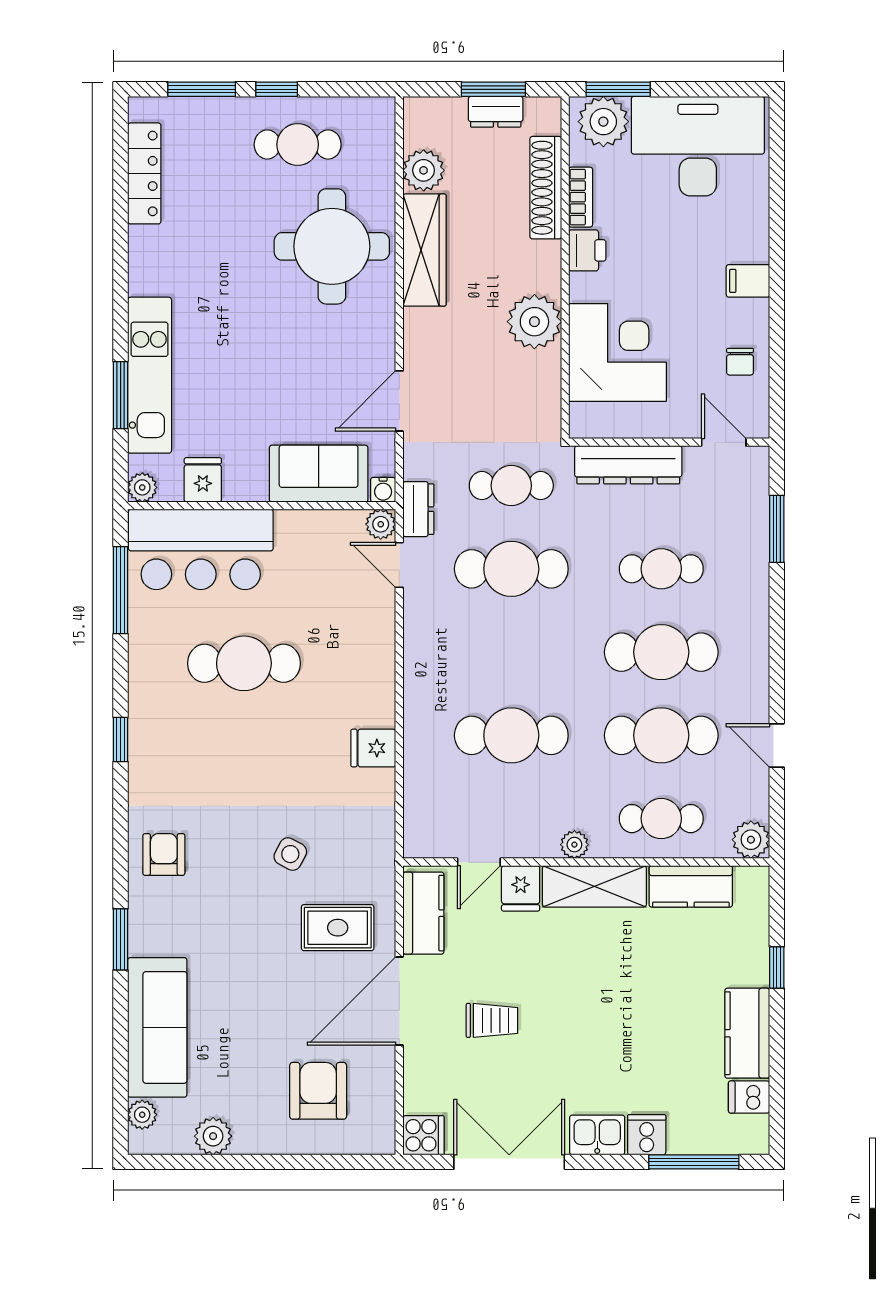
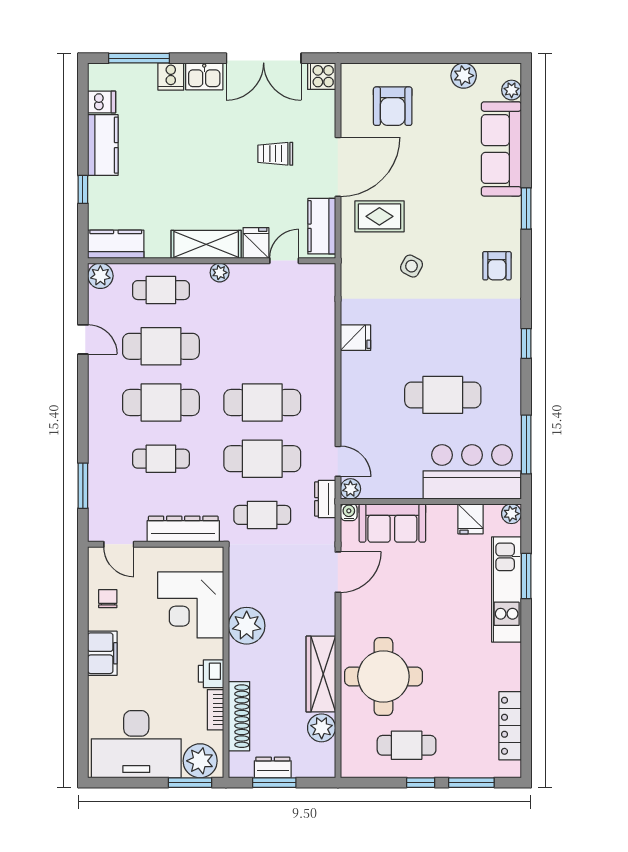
filing cabinet: (748, 281) -> (102, 653), width x2.00
cafe table: (511, 735) -> (262, 402), moved
kitchen counter: (691, 886) -> (116, 244), moved

